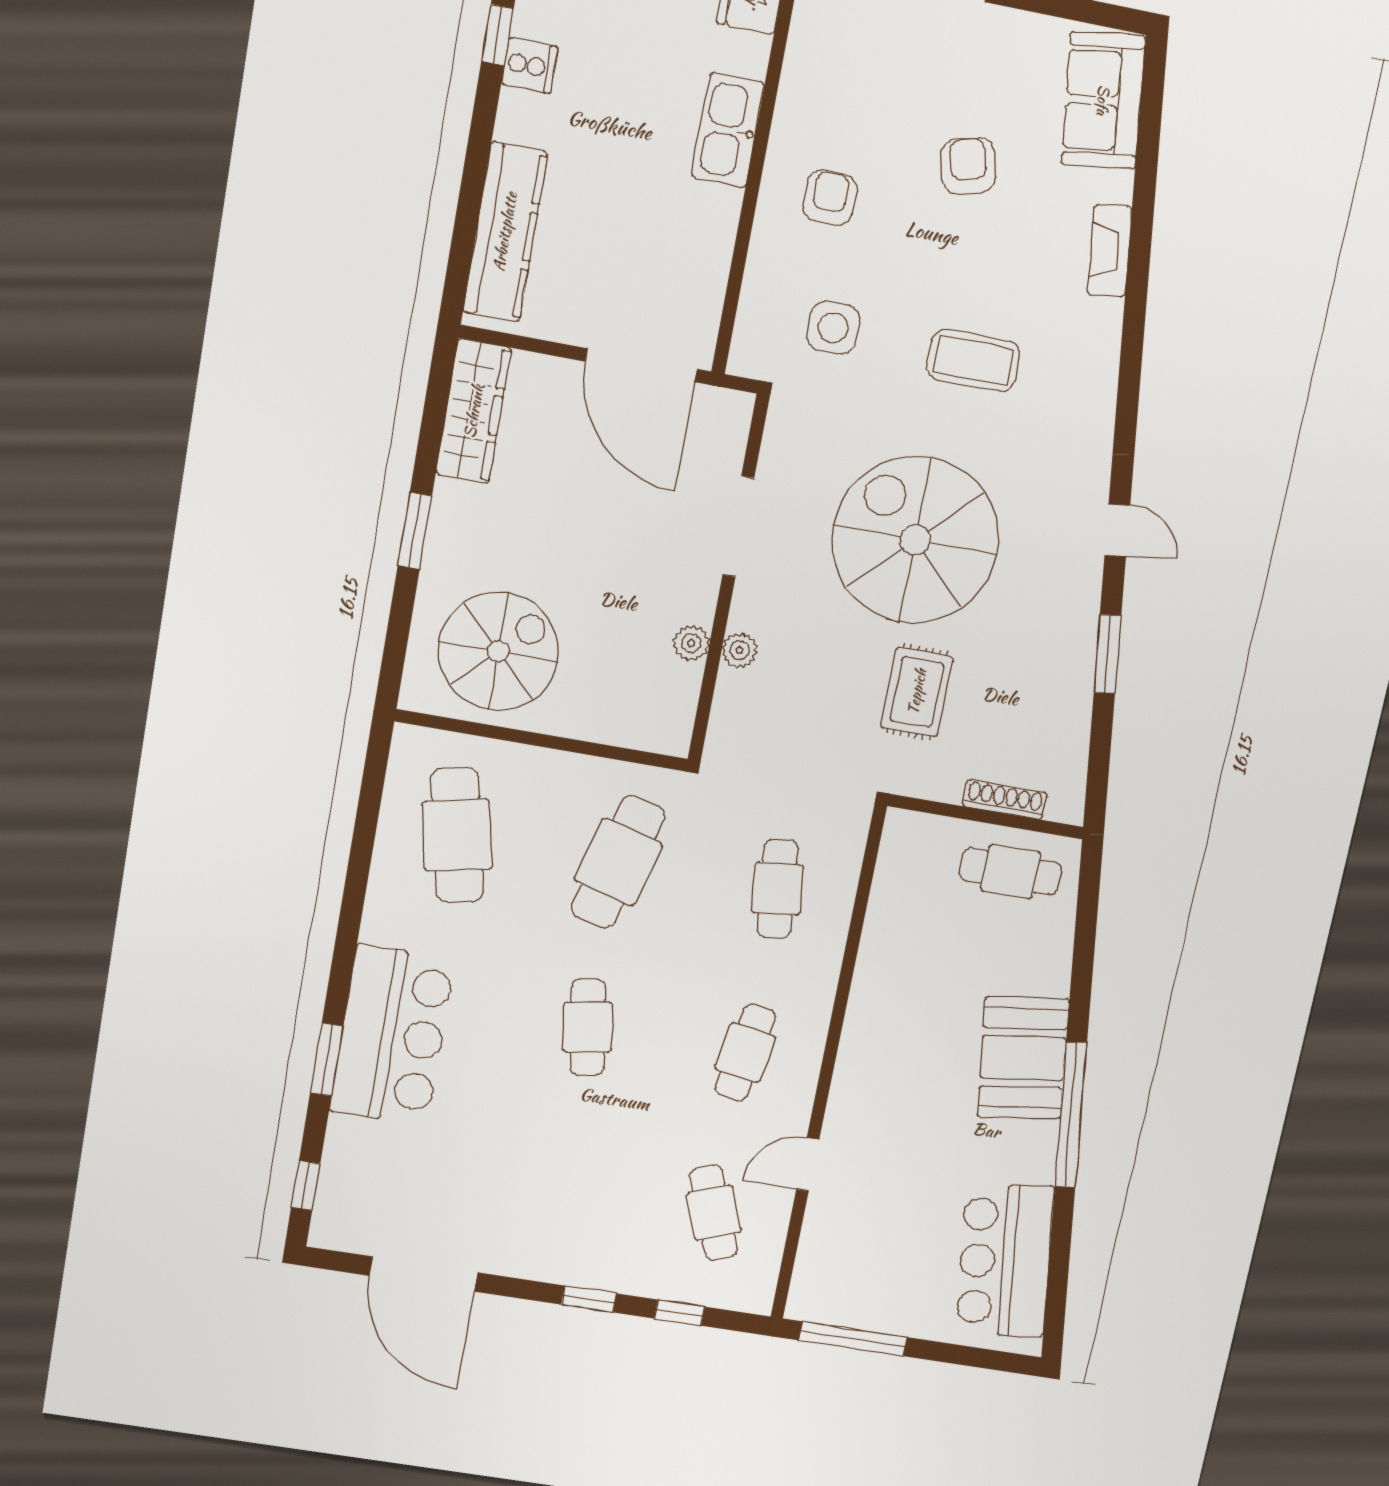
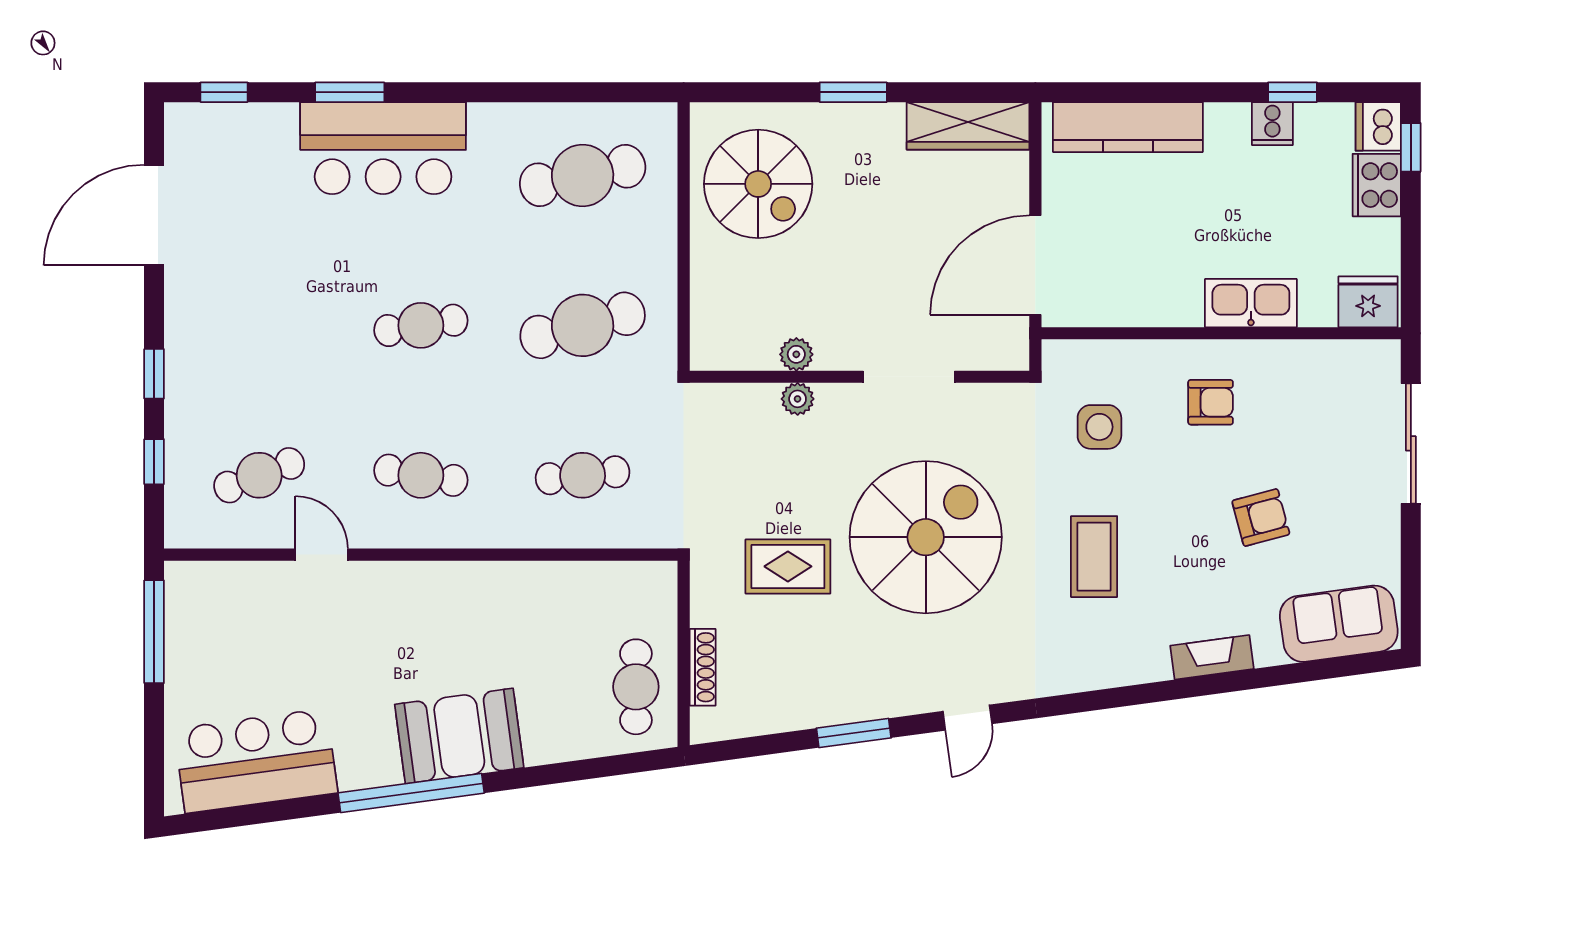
cafe table: (618, 862) -> (583, 325), turned -30

